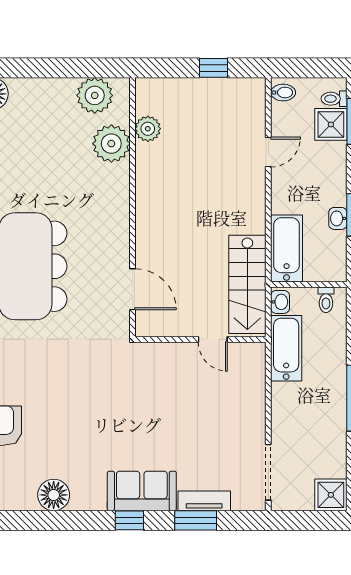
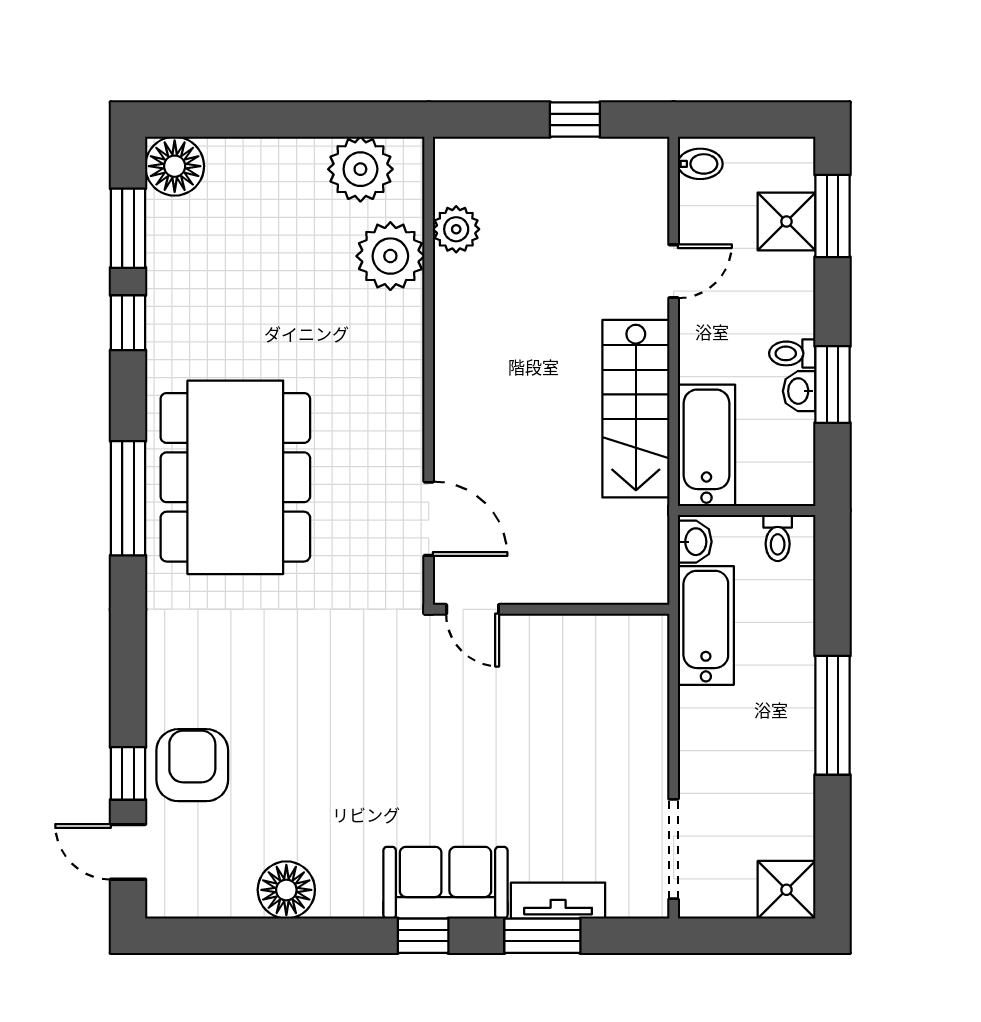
toilet: (334, 99) -> (792, 353), moved
stairs: (247, 284) -> (636, 409), moved
door: (213, 339) -> (473, 609), moved

